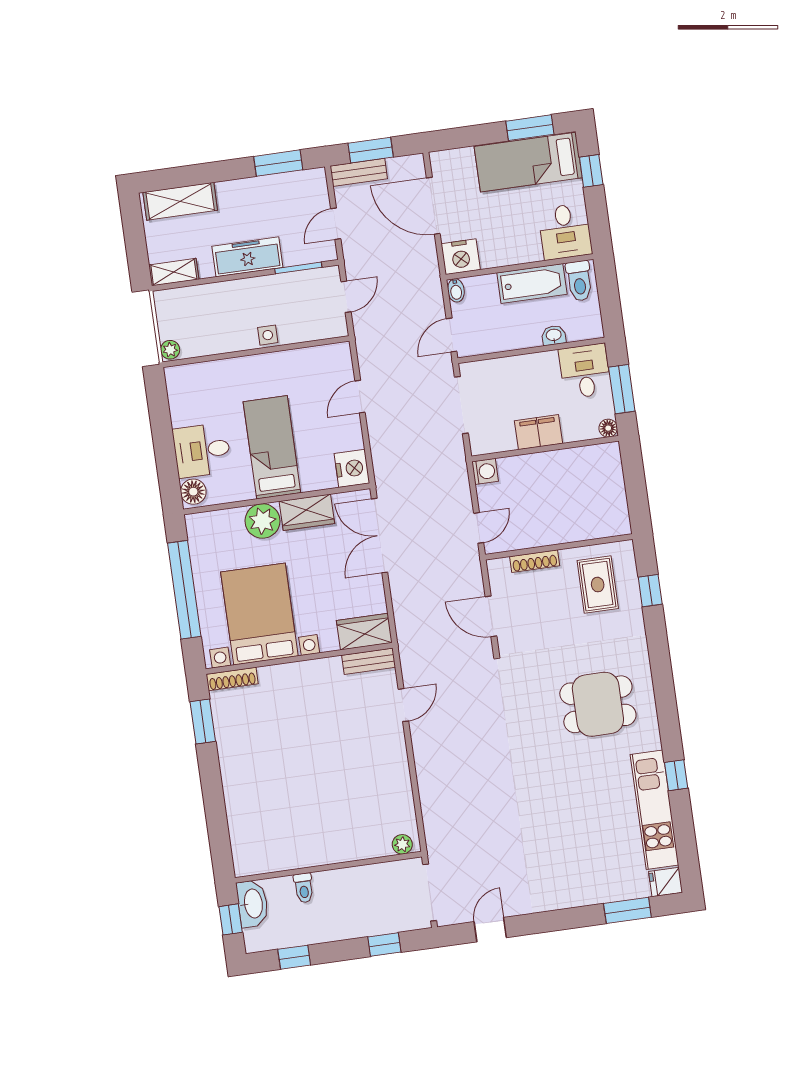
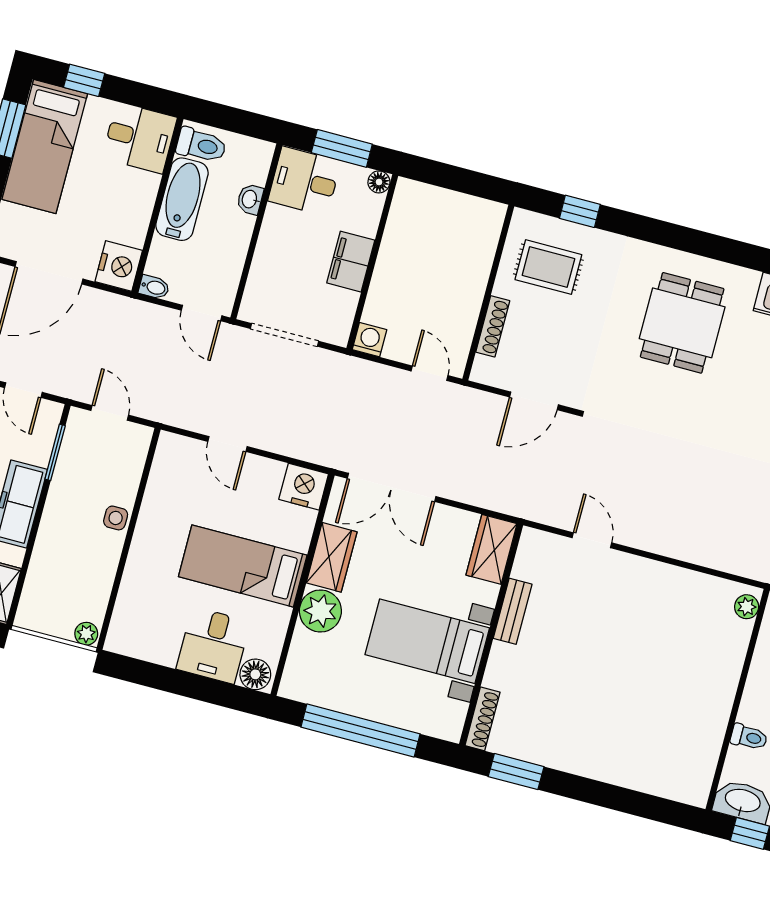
bed with nightstands: (259, 614) -> (427, 641), width x0.73
bench: (369, 661) -> (513, 611), moved

